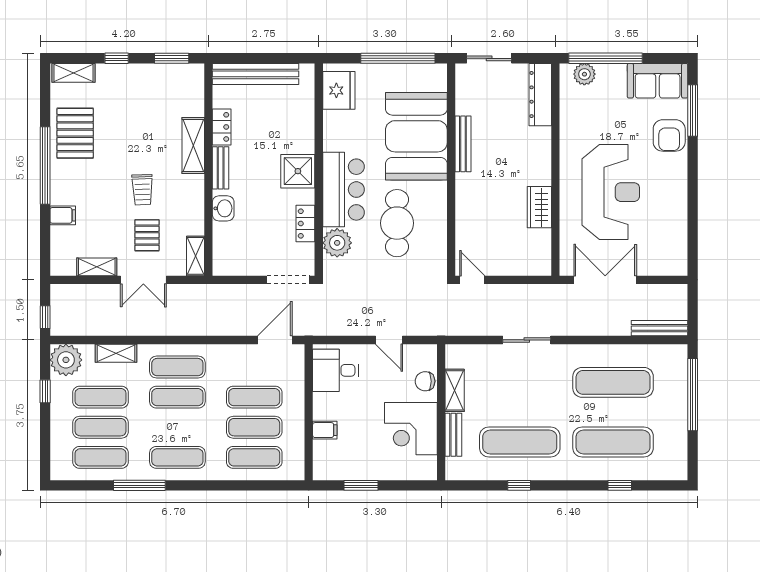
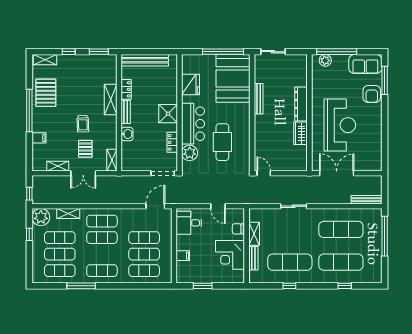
fridge: (339, 90) -> (191, 85), moved
dresser: (540, 95) -> (301, 104), moved
booth: (416, 136) -> (233, 78), moved

